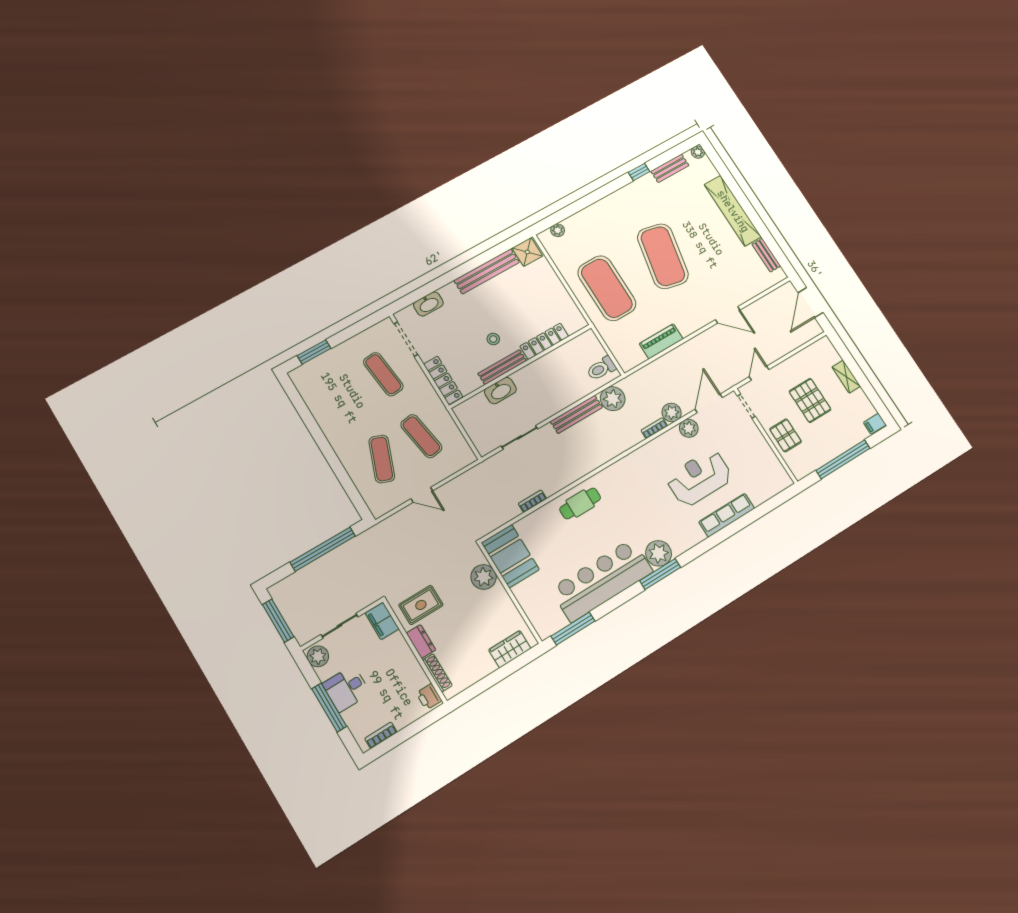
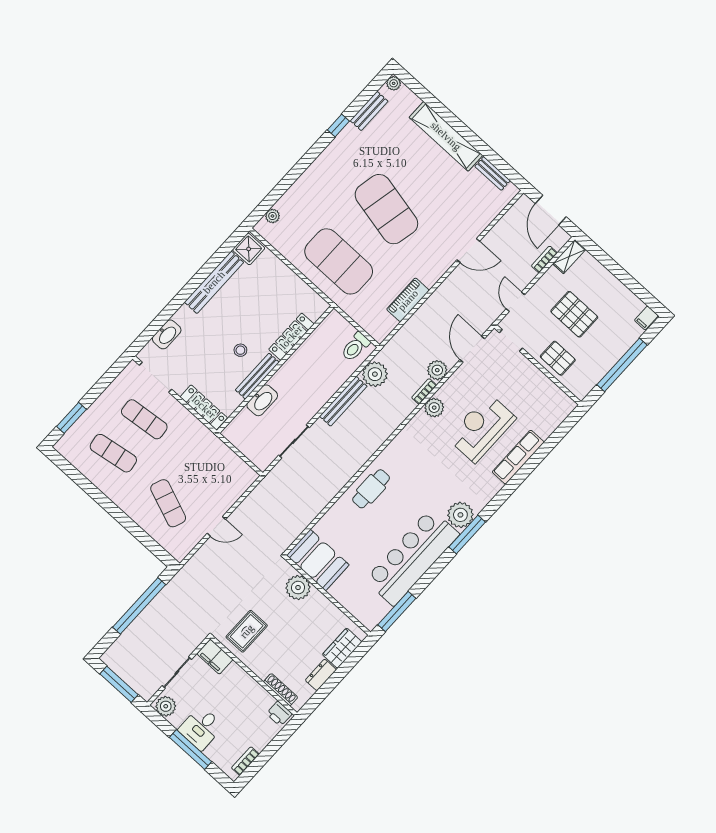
shelving: (846, 377) -> (569, 257), moved, turned 90
plant: (689, 428) -> (434, 408), moved
exercise mat: (421, 436) -> (113, 453), moved
bookcase: (532, 501) -> (544, 259), moved
dresser: (421, 642) -> (321, 675), moved, turned -90

